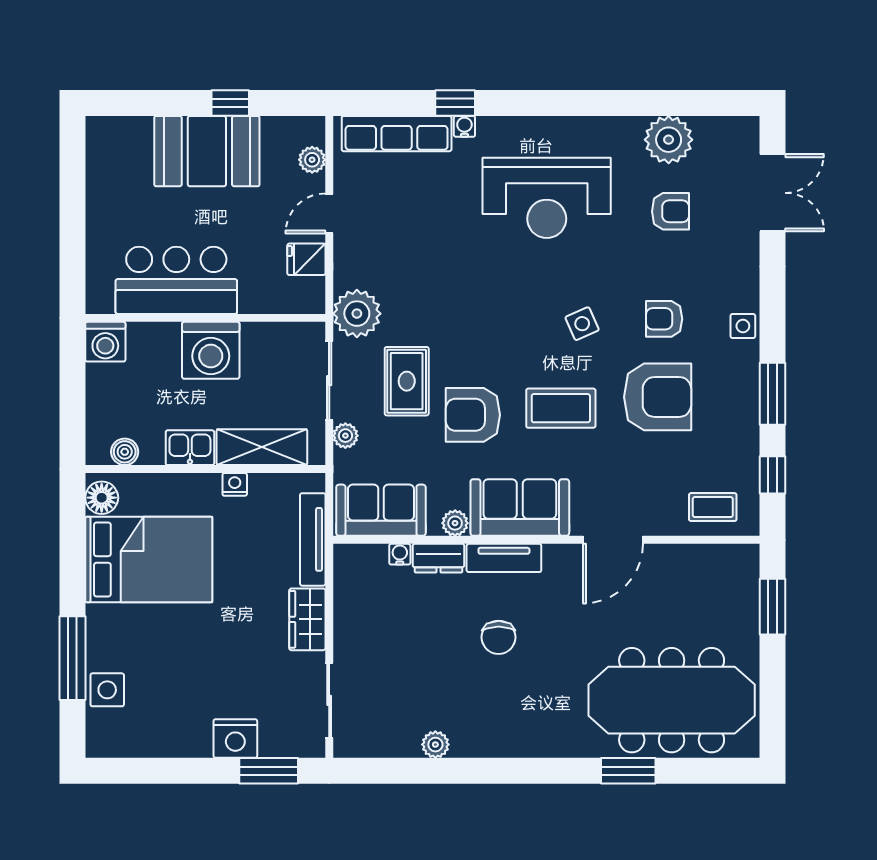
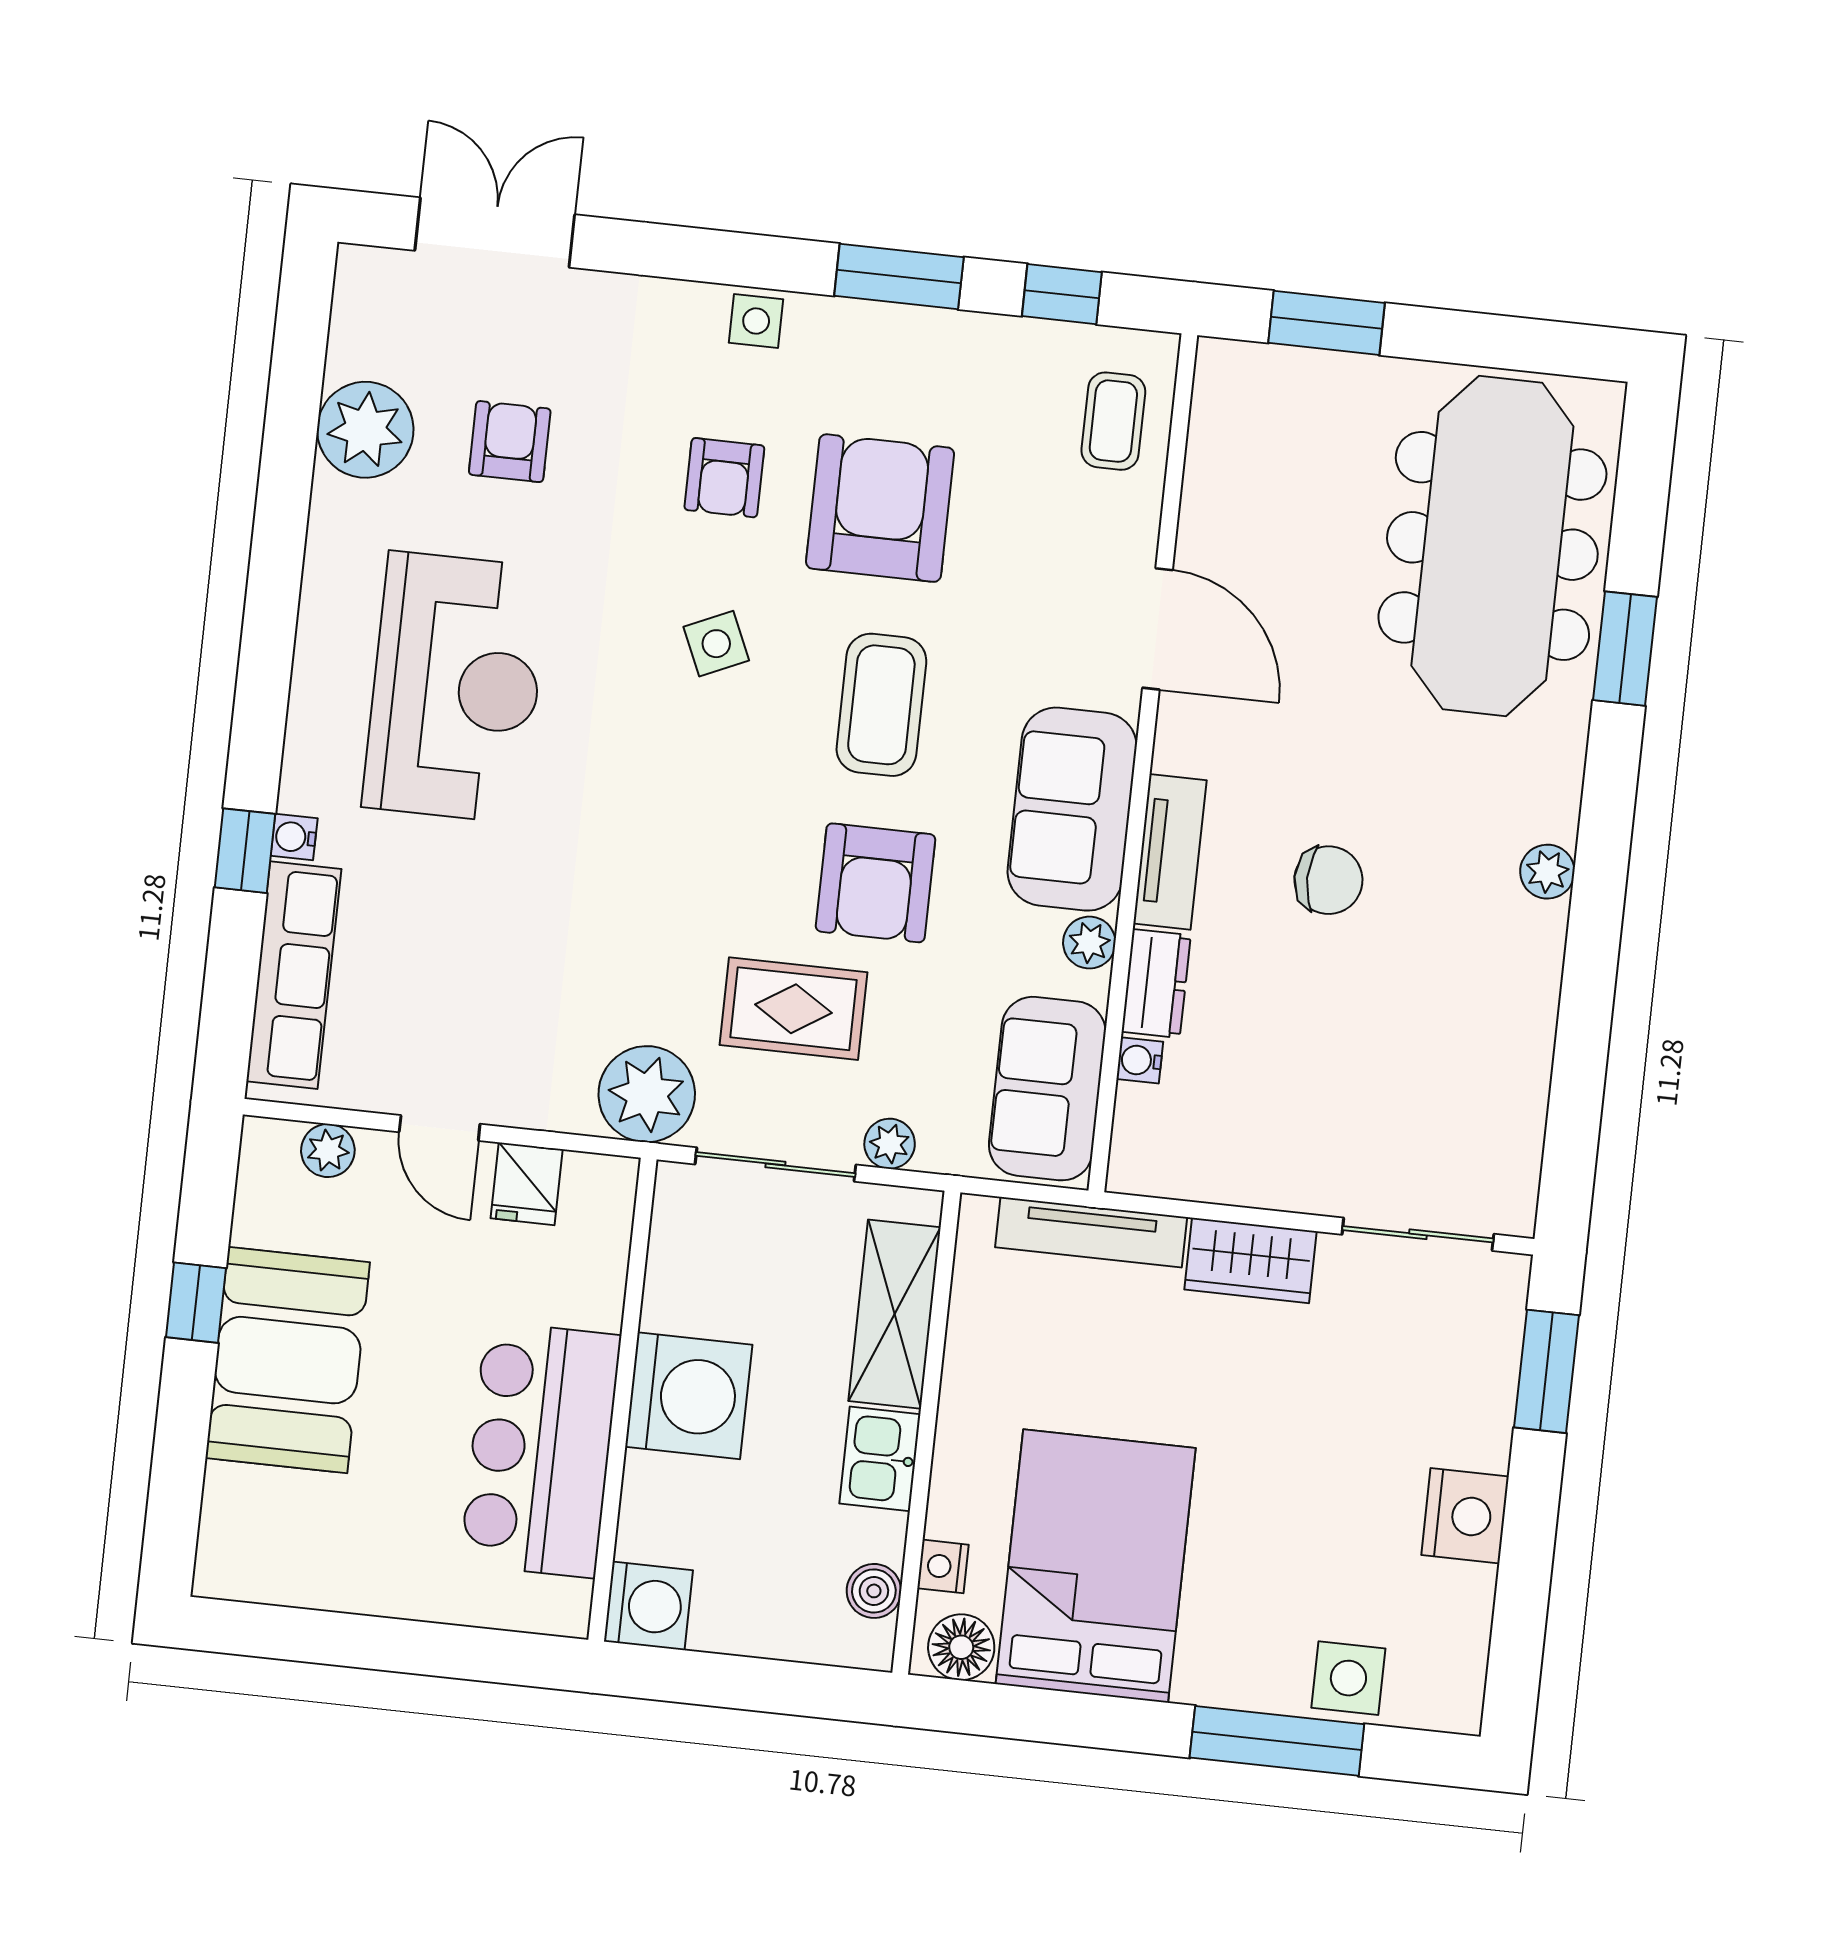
nightstand: (235, 484) -> (943, 1566), moved
nightstand: (235, 739) -> (1465, 1516), moved
plant: (435, 745) -> (1547, 872), moved

